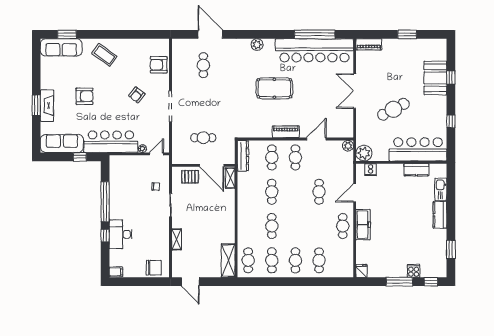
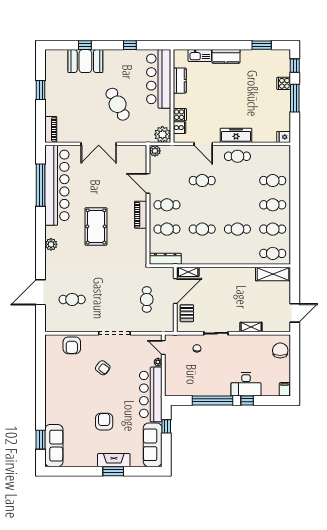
coffee table: (104, 55) -> (62, 401), removed
cooker: (383, 170) -> (180, 115), added

